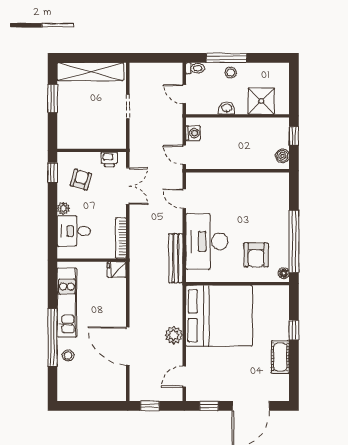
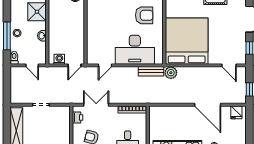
door: (184, 94) -> (32, 65), hinge flipped
bench: (176, 258) -> (151, 71), width x0.73
fridge: (117, 270) -> (236, 112), moved
plant: (174, 335) -> (171, 73), moved
door: (128, 346) -> (208, 105), hinge flipped

